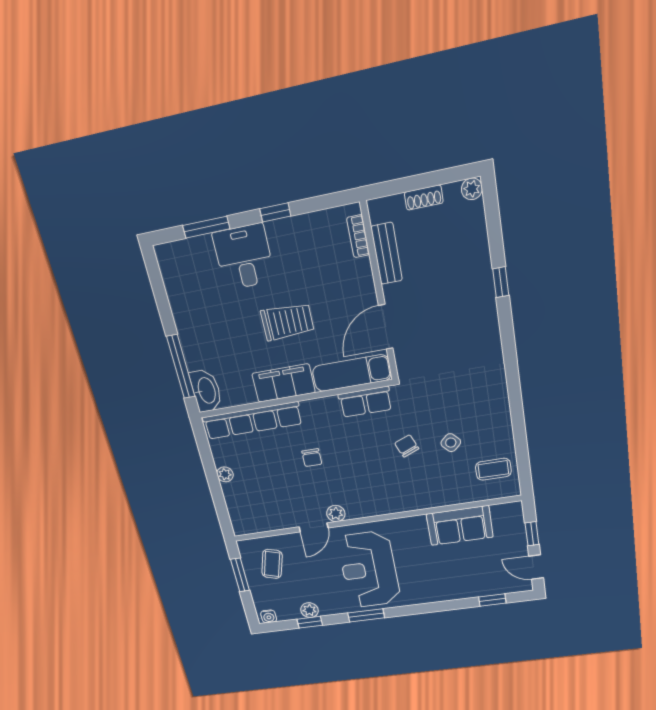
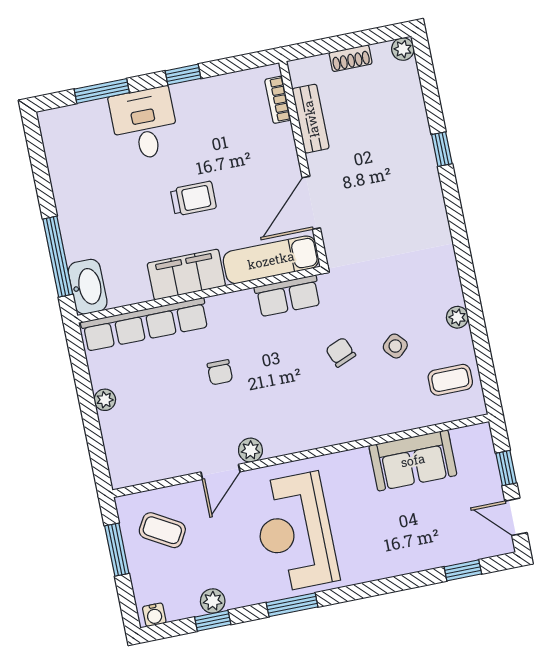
trolley: (287, 322) -> (193, 199), width x0.73, depth x0.72
plant: (503, 422) -> (457, 317), added
coffee table: (272, 564) -> (162, 530), turned -76

